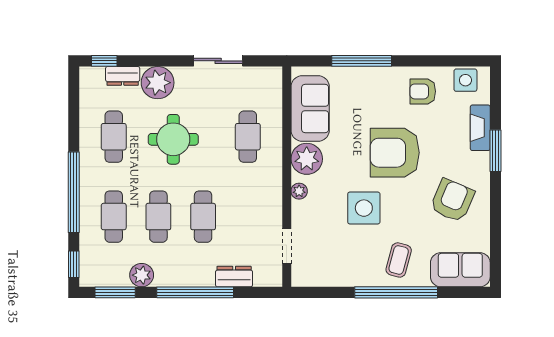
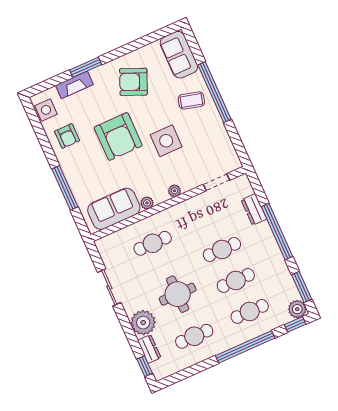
plant: (307, 159) -> (147, 203), width x0.53, depth x0.53
plant: (142, 275) -> (297, 309), moved

